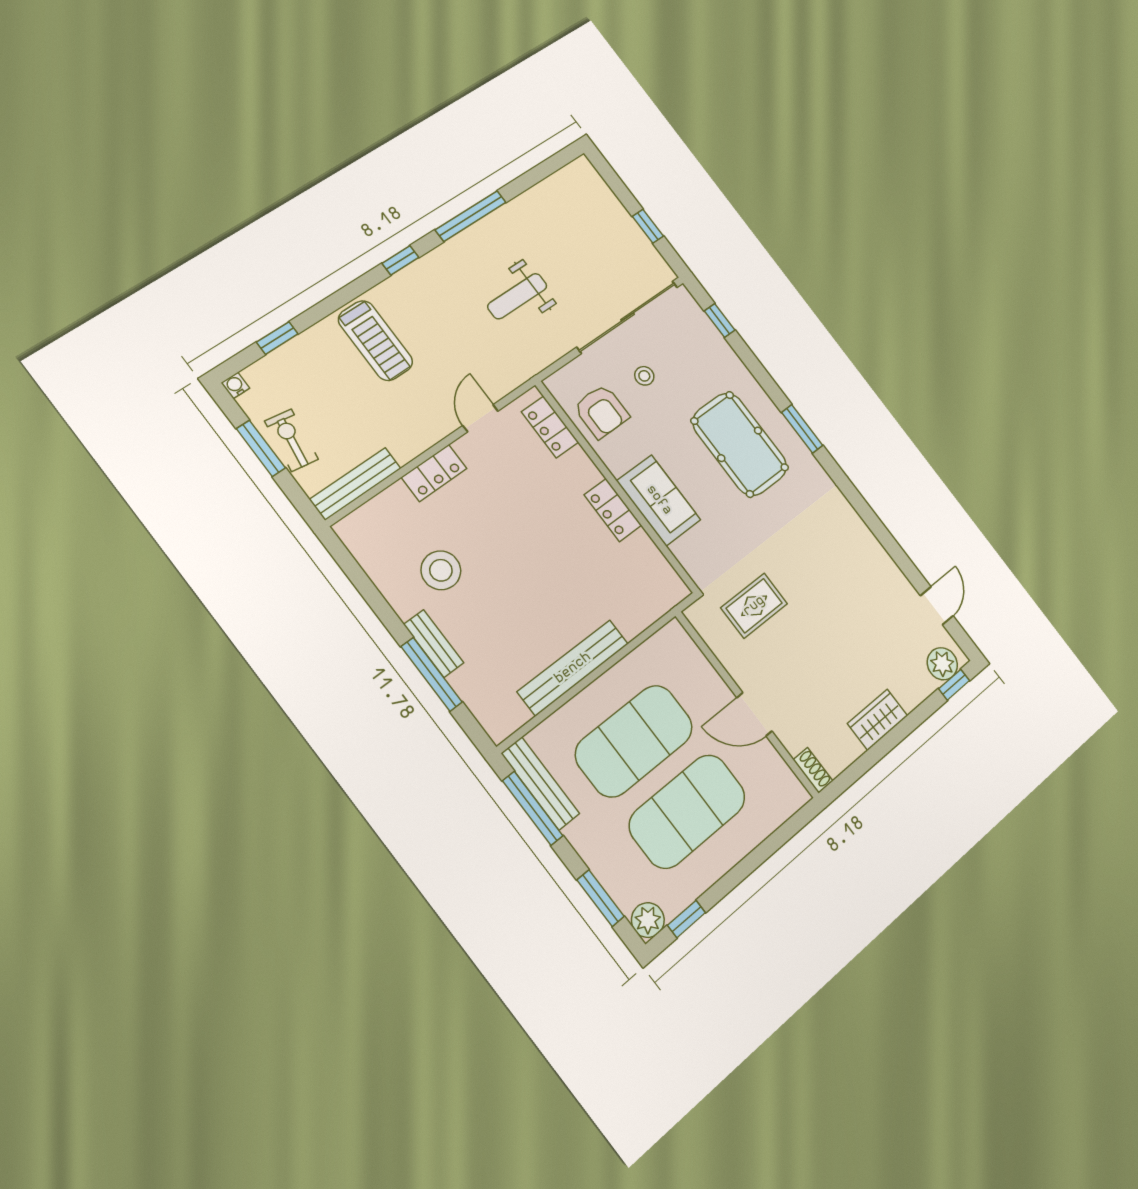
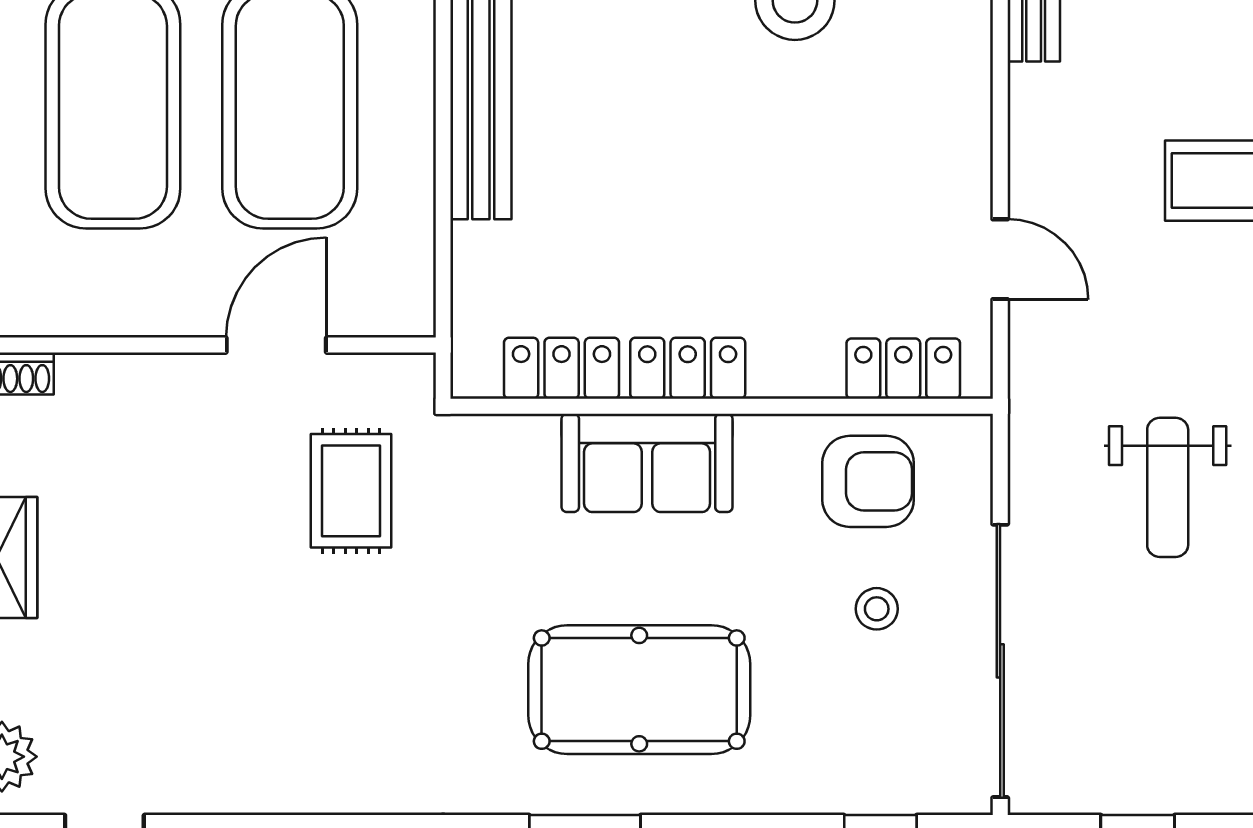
weight bench: (517, 296) -> (1168, 487), turned 180
armchair: (601, 411) -> (868, 481), turned 180
locker: (434, 473) -> (562, 368), moved, turned 90
door: (754, 714) -> (276, 345), moved

